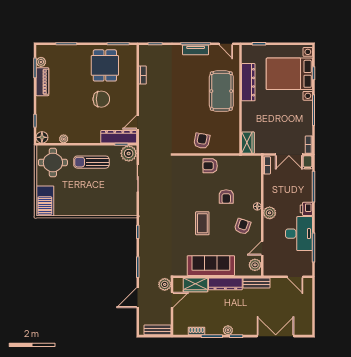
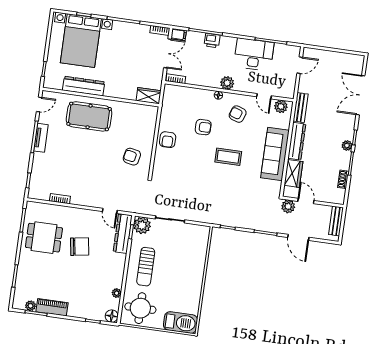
chair: (101, 99) -> (80, 247), turned 81
armchair: (202, 141) -> (132, 157), moved
printer: (306, 209) -> (212, 41), moved

